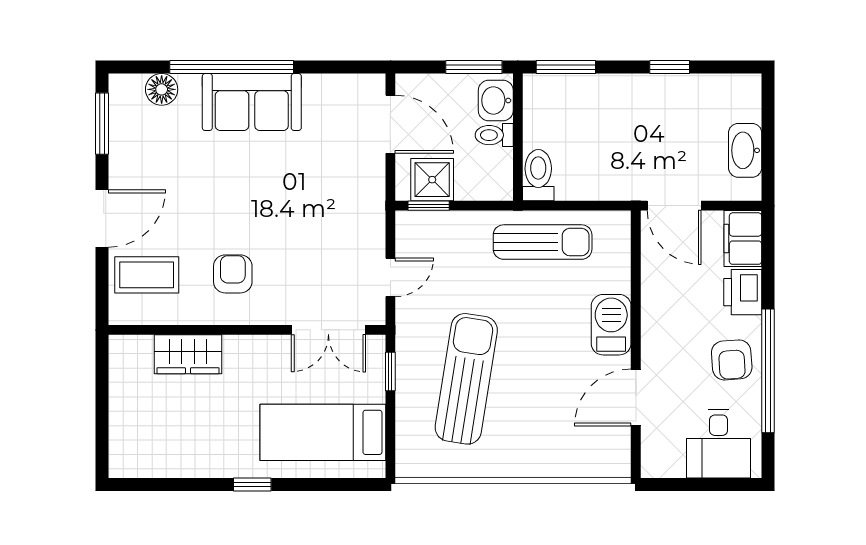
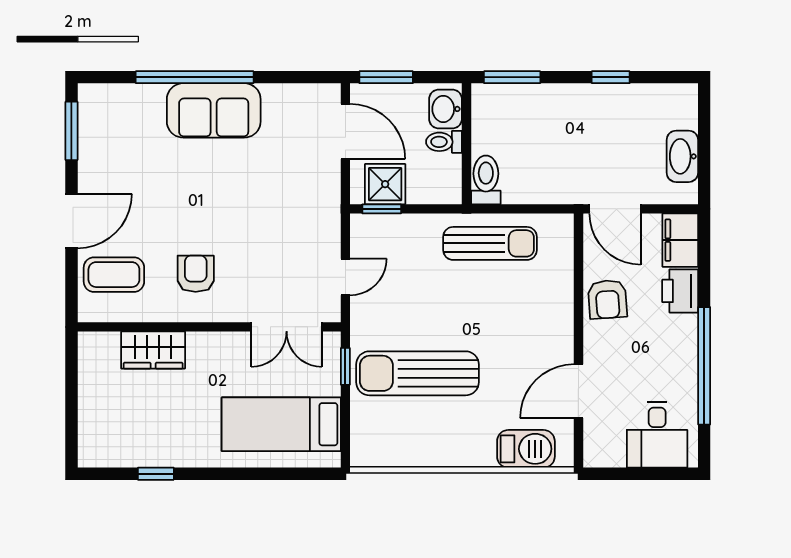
window: (474, 67) -> (386, 77), moved
floor lamp: (162, 89) -> (128, 98), removed
barbecue: (611, 325) -> (526, 449), moved, turned 90
armchair: (732, 360) -> (607, 299), moved
sun lounger: (466, 379) -> (417, 373), turned -99
window: (252, 484) -> (156, 474), moved

